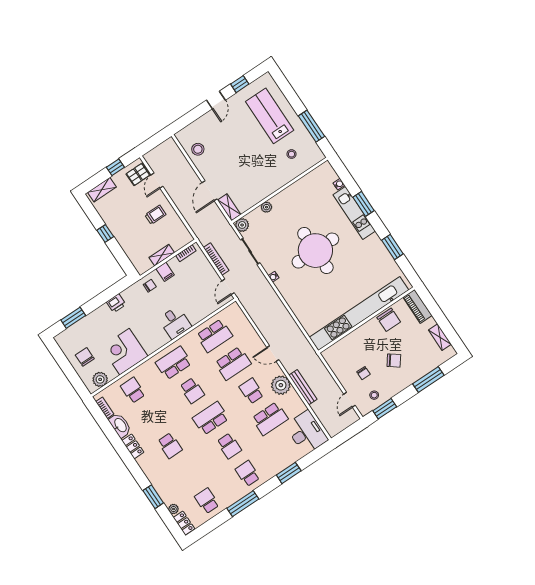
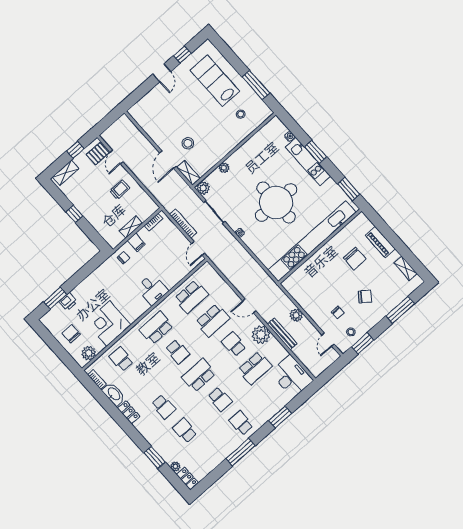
stool: (198, 149) -> (188, 143), moved
printer: (116, 303) -> (68, 302), moved
kitchen unit: (359, 314) -> (312, 241), moved
wall: (366, 320) -> (320, 246), moved
plant: (320, 370) -> (296, 315), added
school desk: (207, 501) -> (185, 430), moved

